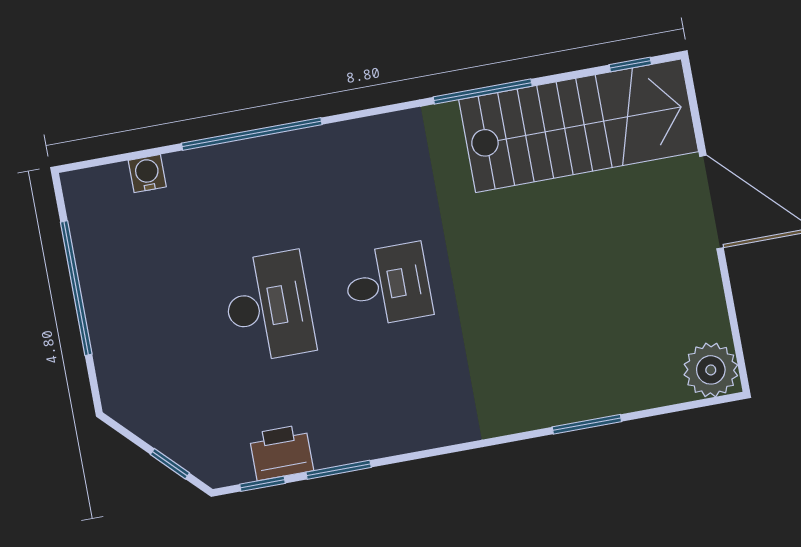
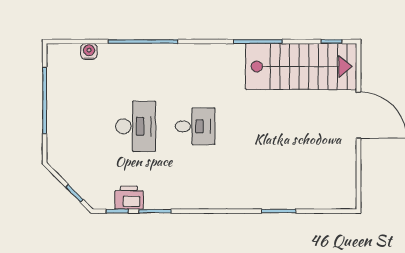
plant: (711, 370) -> (343, 196), removed

